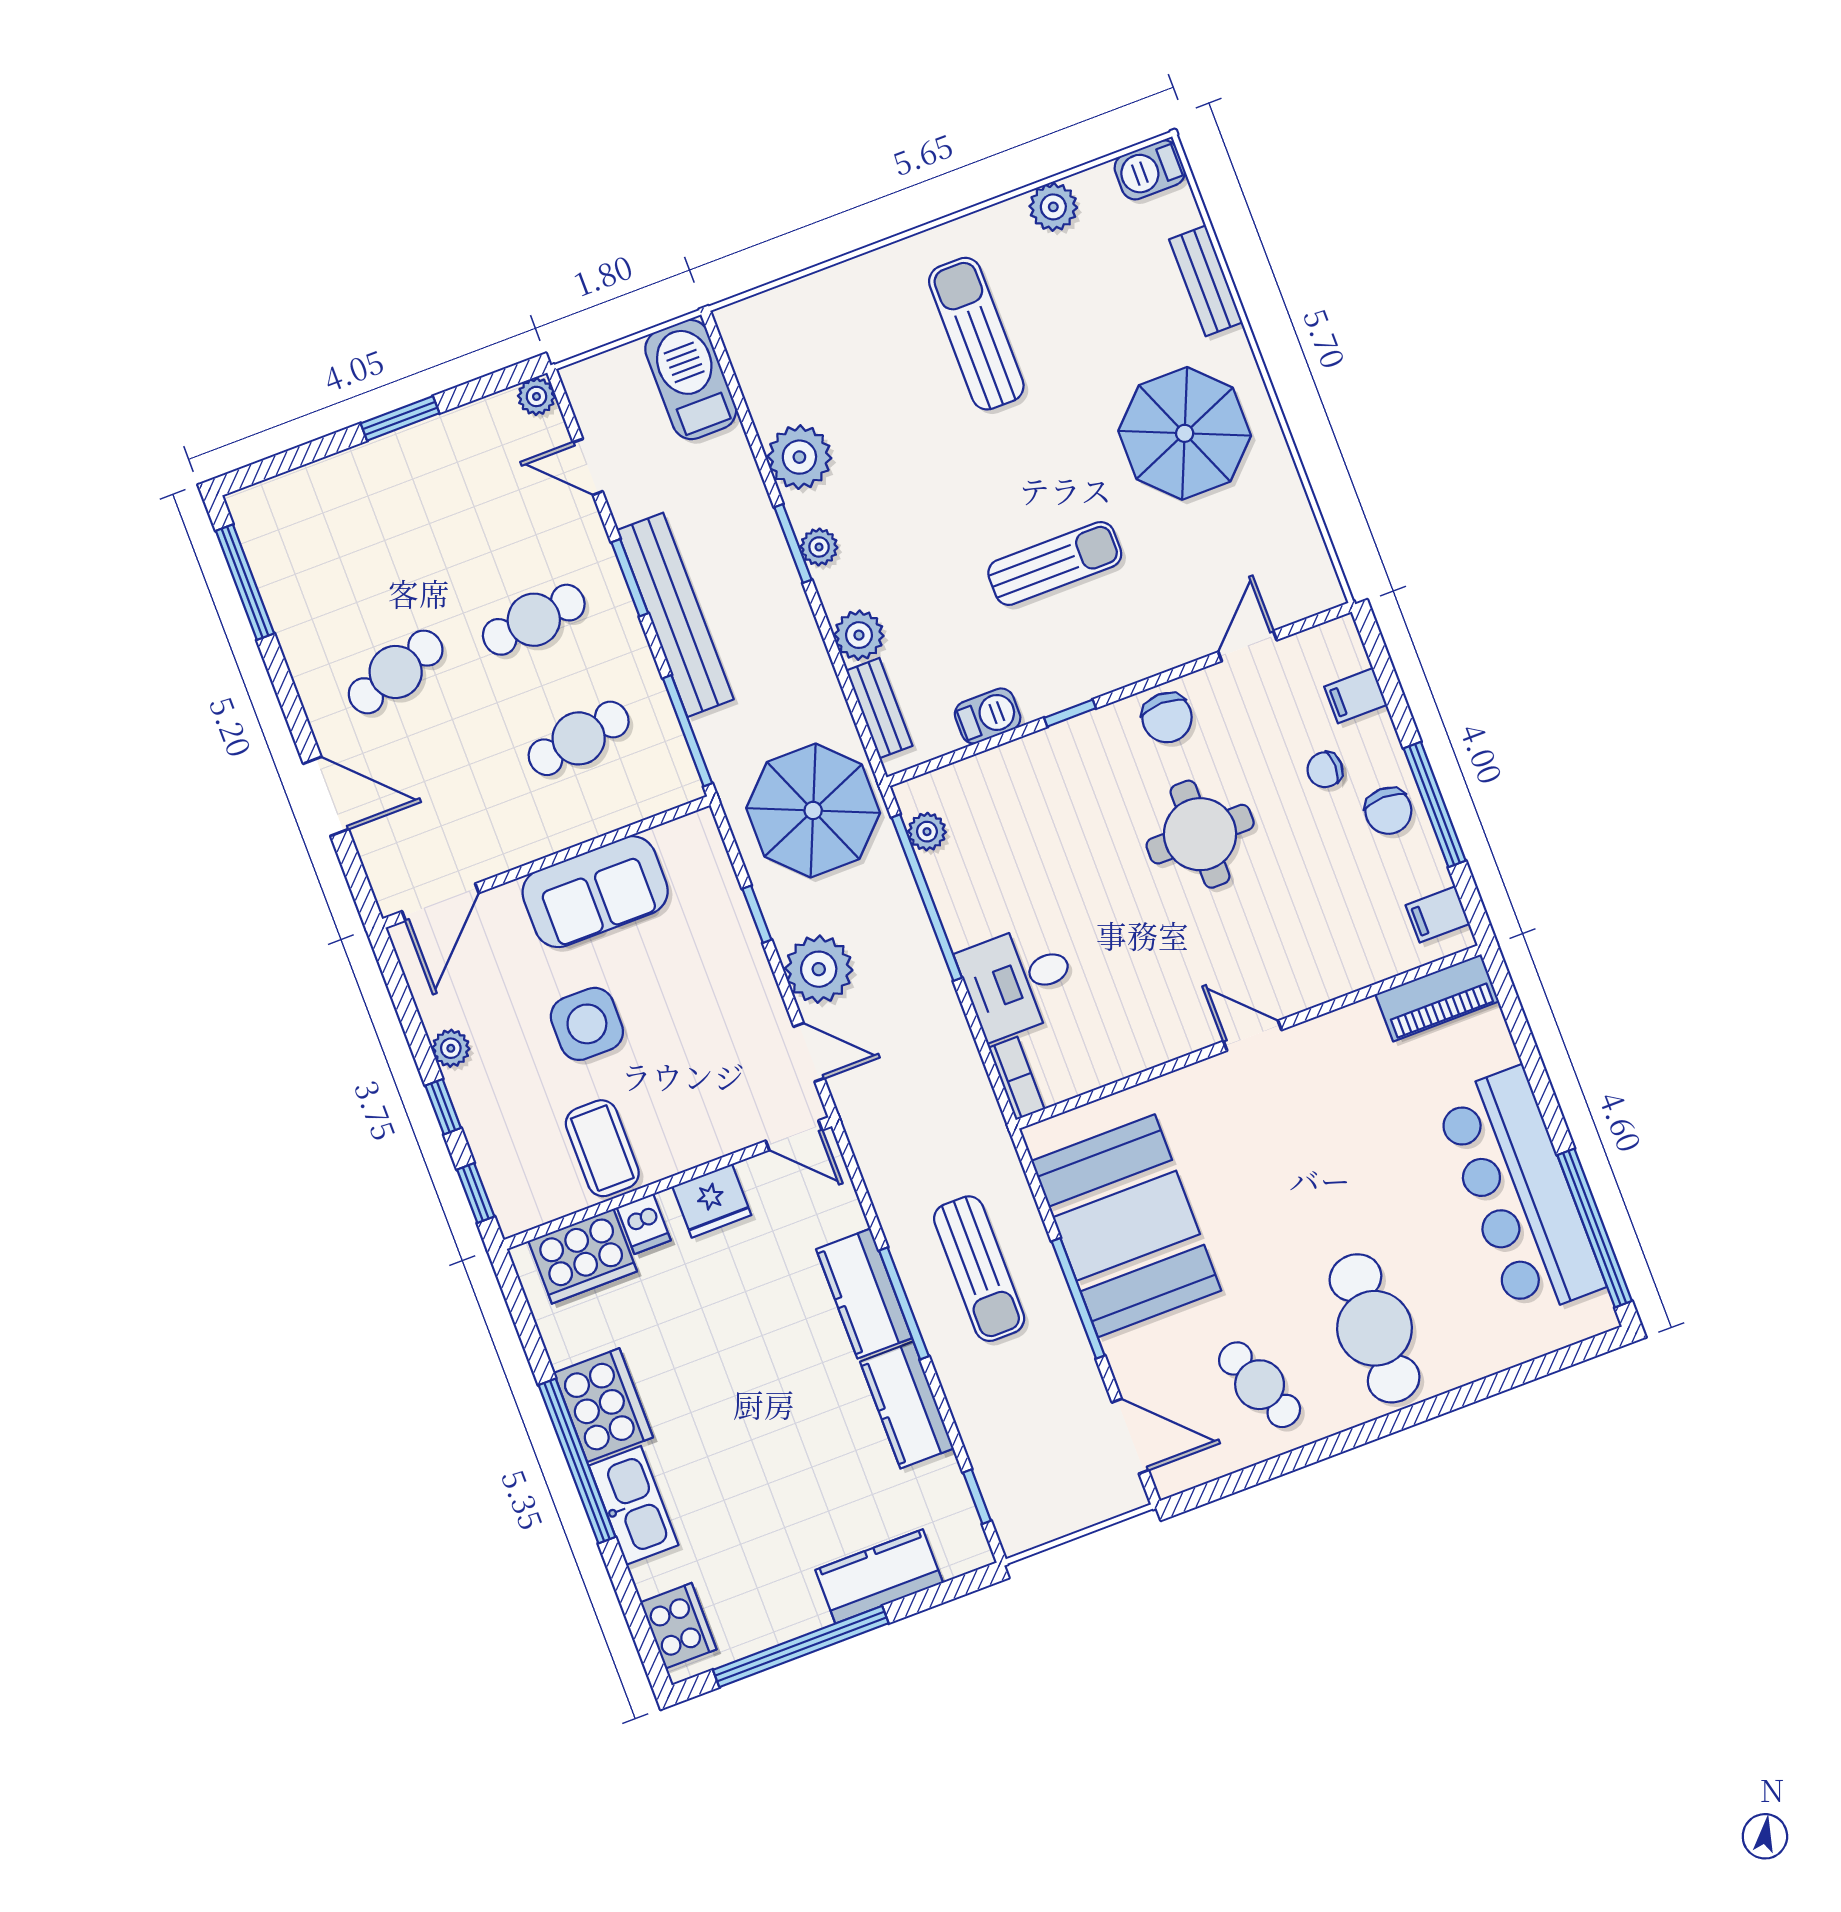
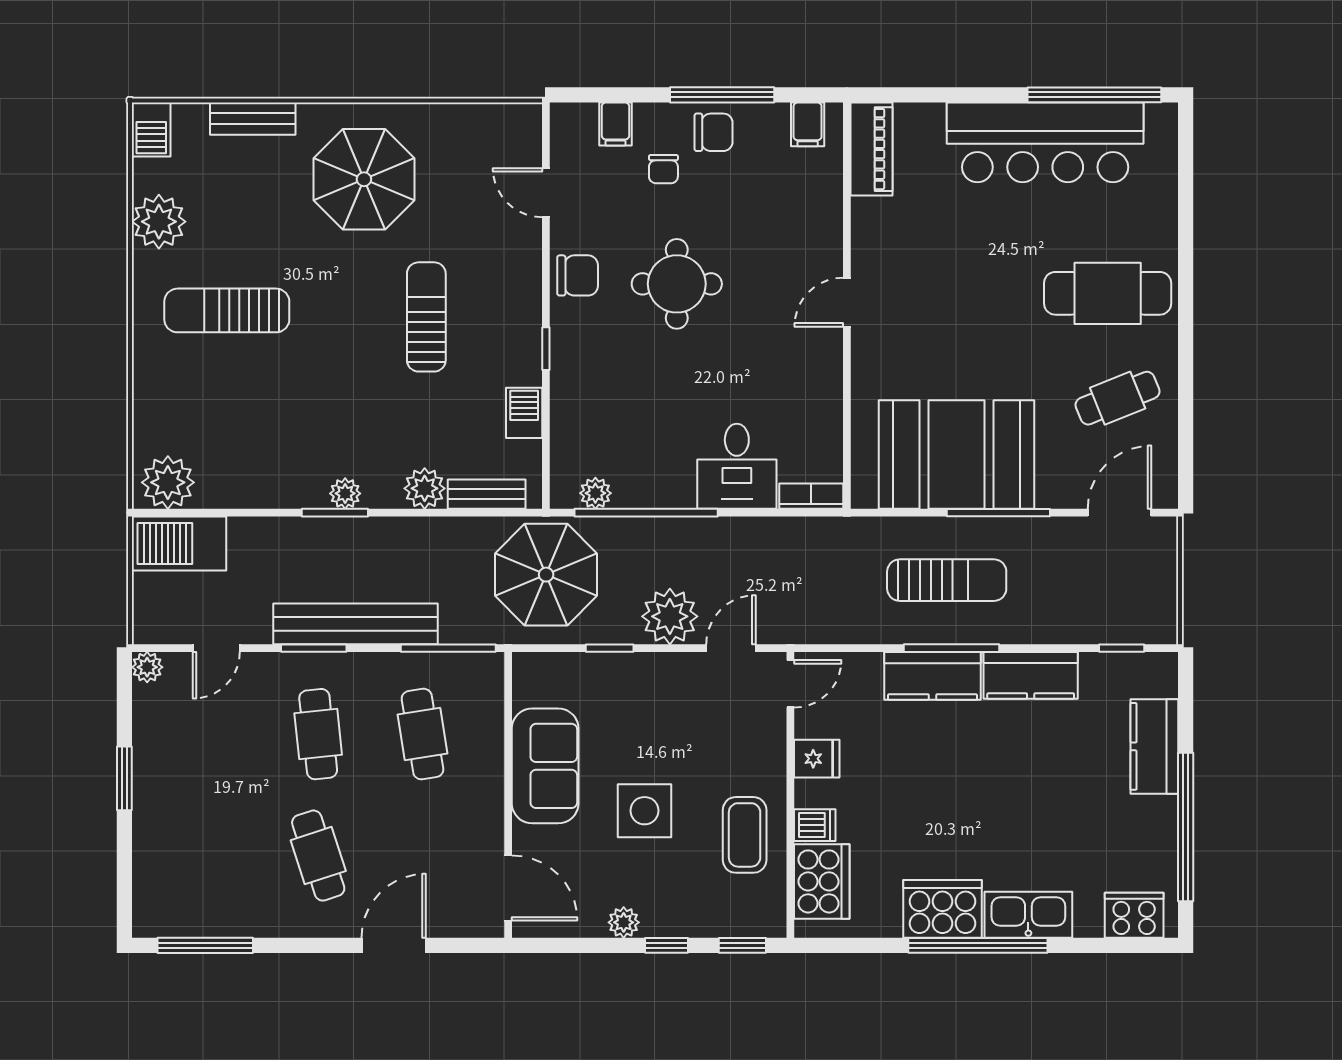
plant: (1053, 207) -> (159, 222), width x1.36, depth x1.36
plant: (799, 457) -> (168, 482), moved
coffee table: (602, 1148) -> (745, 835), turned 90
fridge: (712, 1201) -> (817, 759), width x0.72

